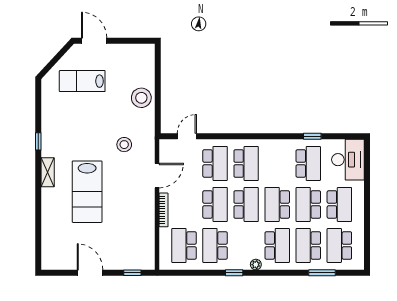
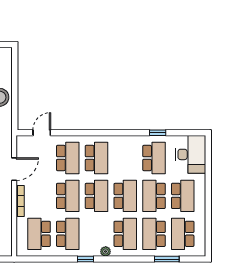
school desk: (277, 204) -> (125, 196), turned 180
school desk: (215, 245) -> (68, 234), turned 180

